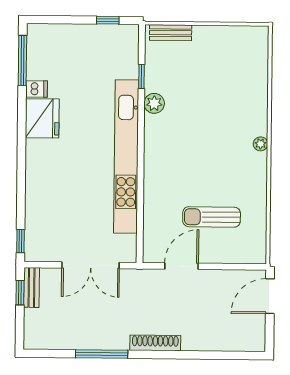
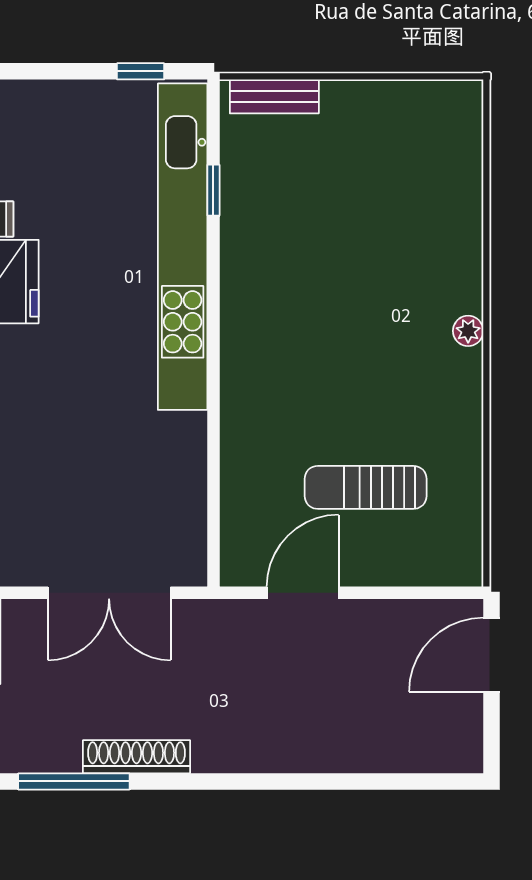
plant: (154, 103) -> (241, 247), removed
kitchen unit: (126, 157) -> (183, 247), moved
shoe rack: (155, 343) -> (136, 757), moved
window: (102, 354) -> (74, 781), moved

